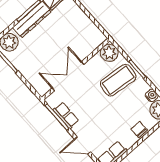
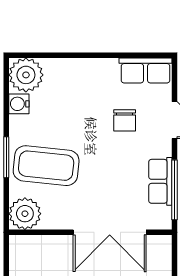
chair: (139, 130) -> (125, 120), moved

